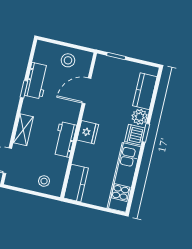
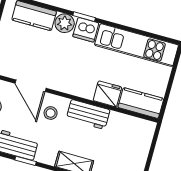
fridge: (88, 132) -> (107, 94), moved
stool: (44, 181) -> (51, 113), moved

